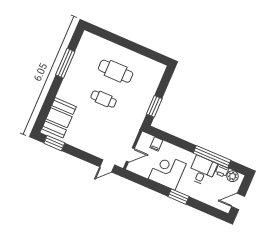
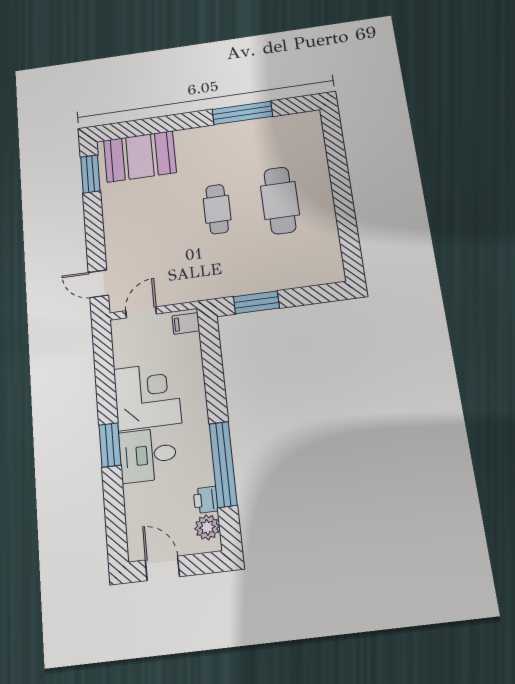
filing cabinet: (156, 144) -> (186, 323), moved
door: (130, 155) -> (141, 312), swing flipped
desk: (202, 171) -> (148, 455), moved, turned 180

